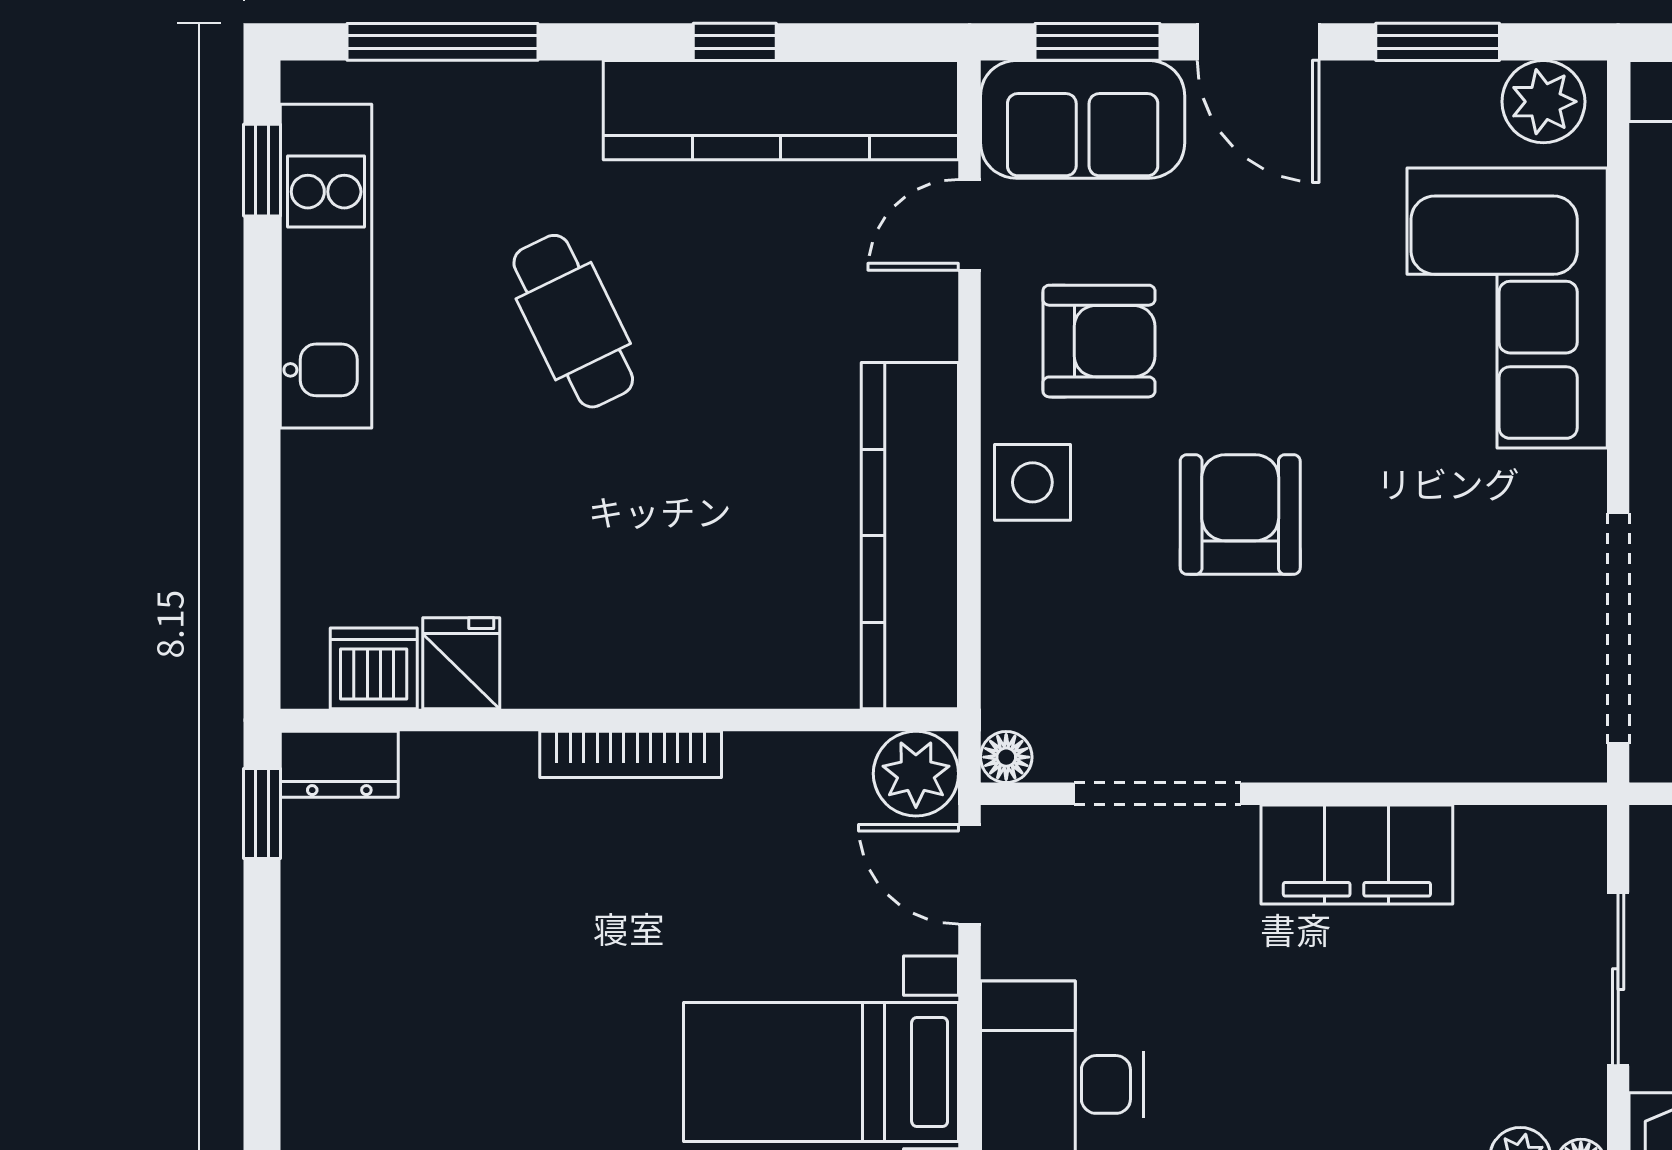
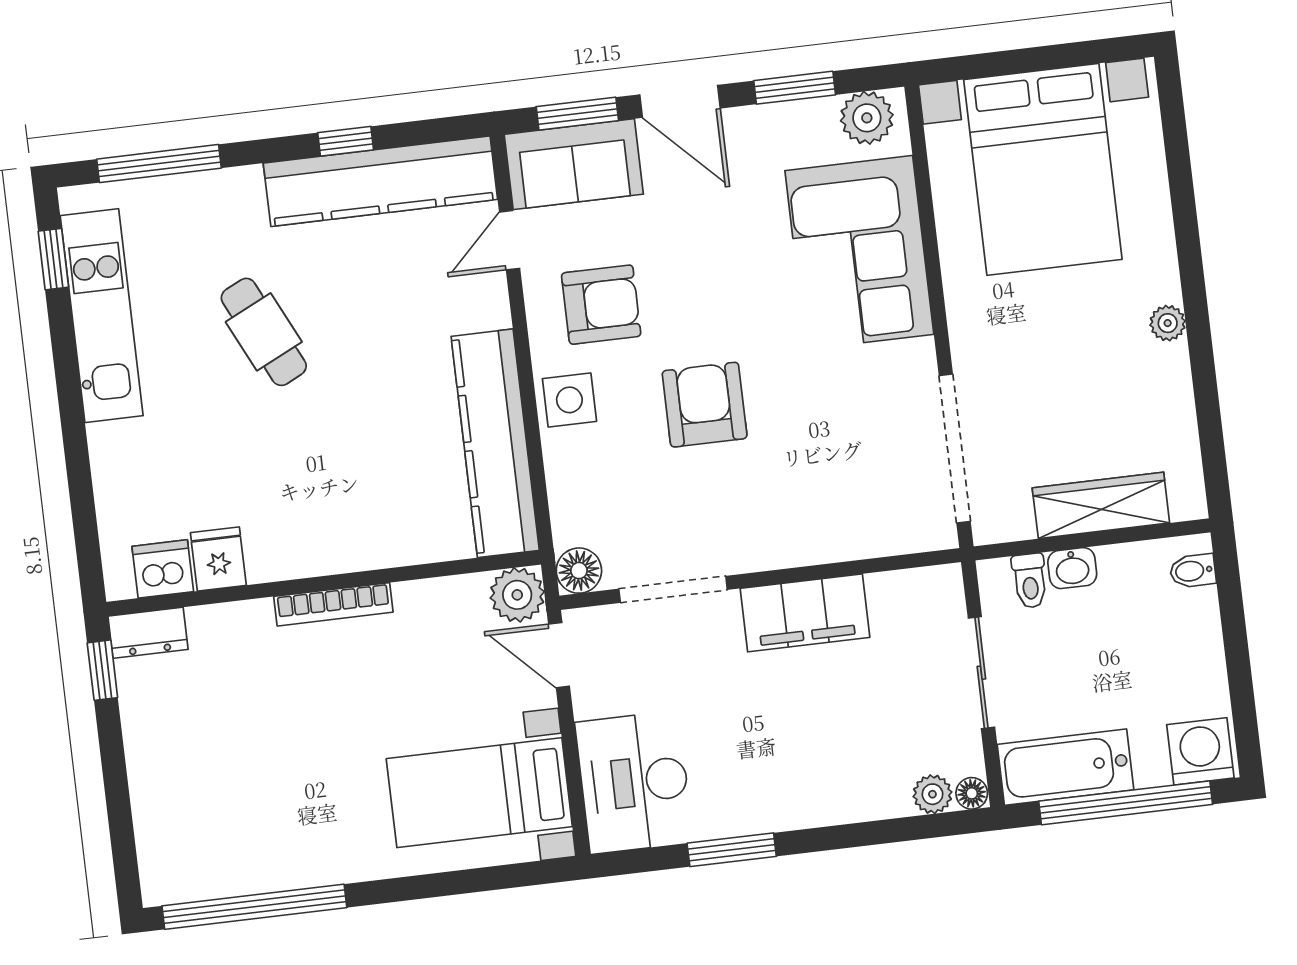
floor lamp: (1006, 757) -> (579, 571), width x1.37, depth x1.37

